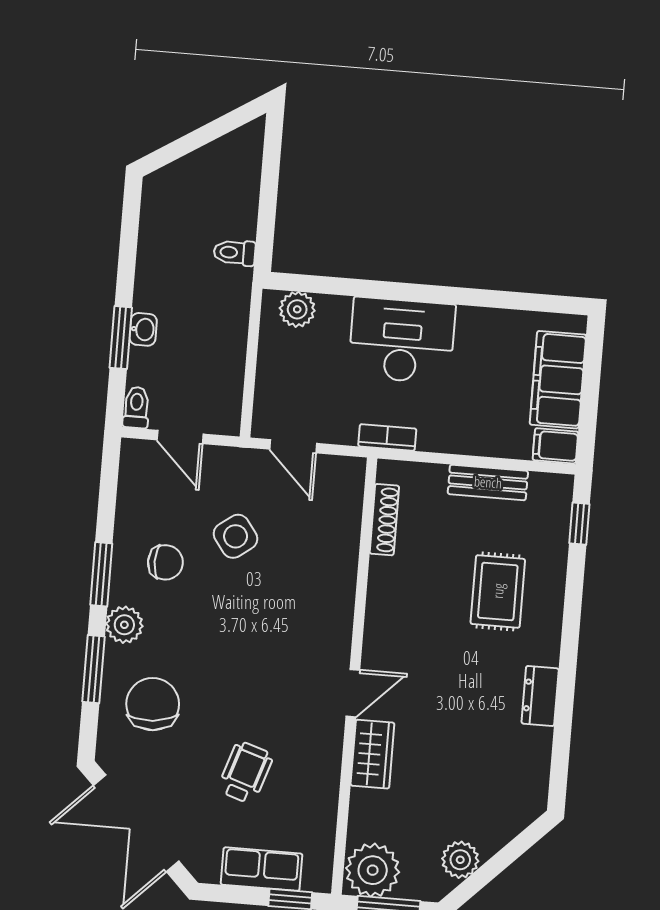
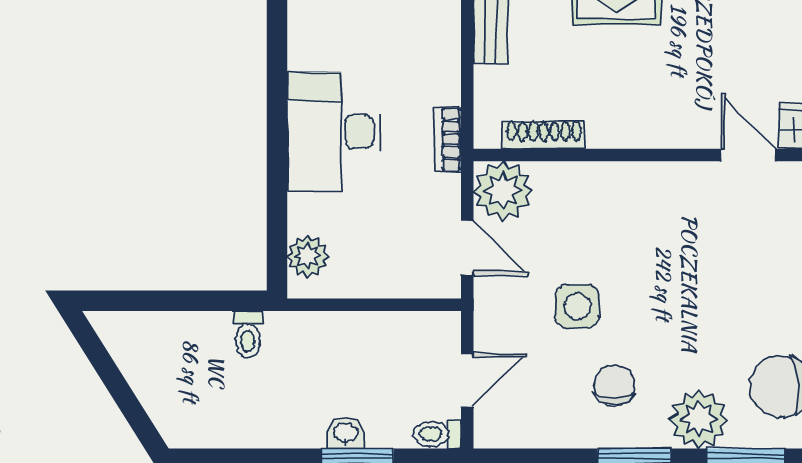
door: (293, 446) -> (467, 248), hinge flipped
plant: (340, 481) -> (503, 191), added
side table: (236, 536) -> (577, 306), turned 36
plant: (124, 625) -> (699, 419), width x1.36, depth x1.36

